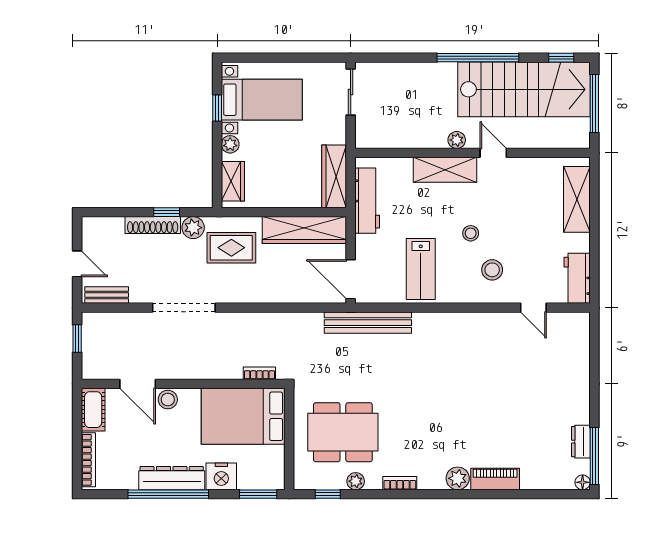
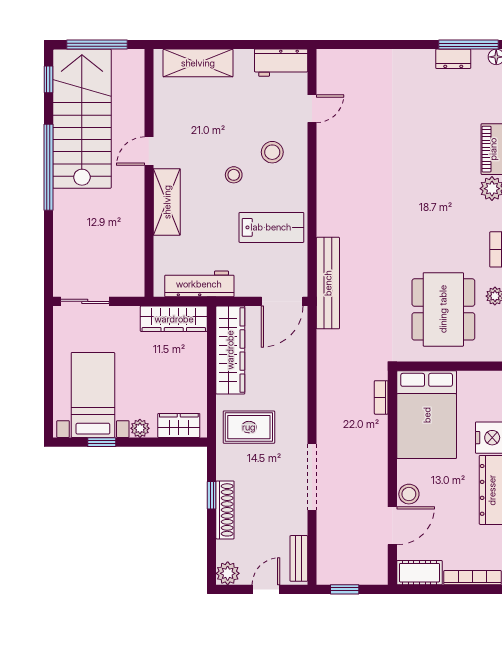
plant: (457, 140) -> (135, 190), removed
plant: (193, 228) -> (228, 573), moved
rug: (231, 248) -> (249, 427), turned 90

